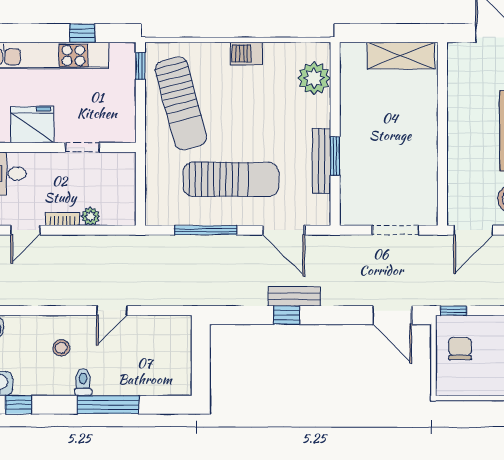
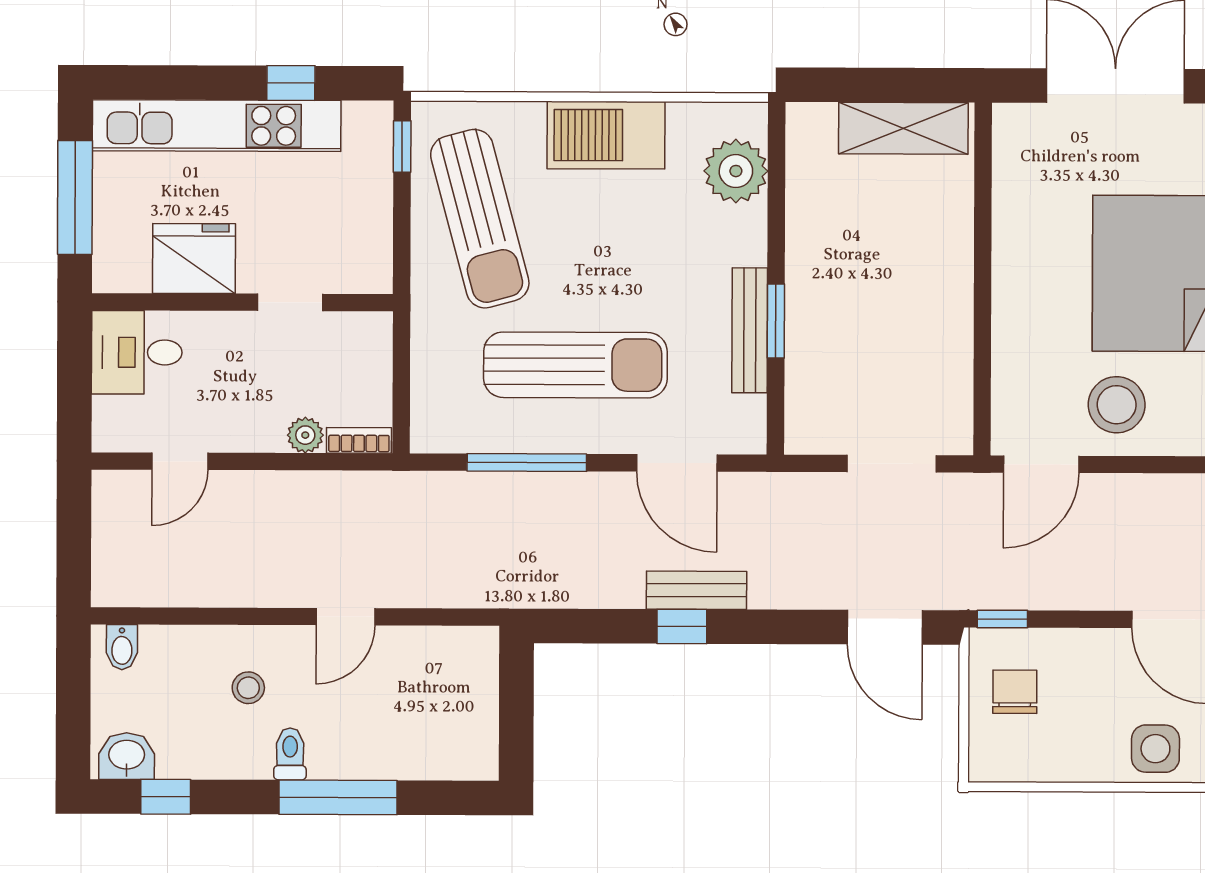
barbecue: (246, 54) -> (606, 135), width x1.88, depth x1.53
bookcase: (63, 219) -> (359, 440), moved

